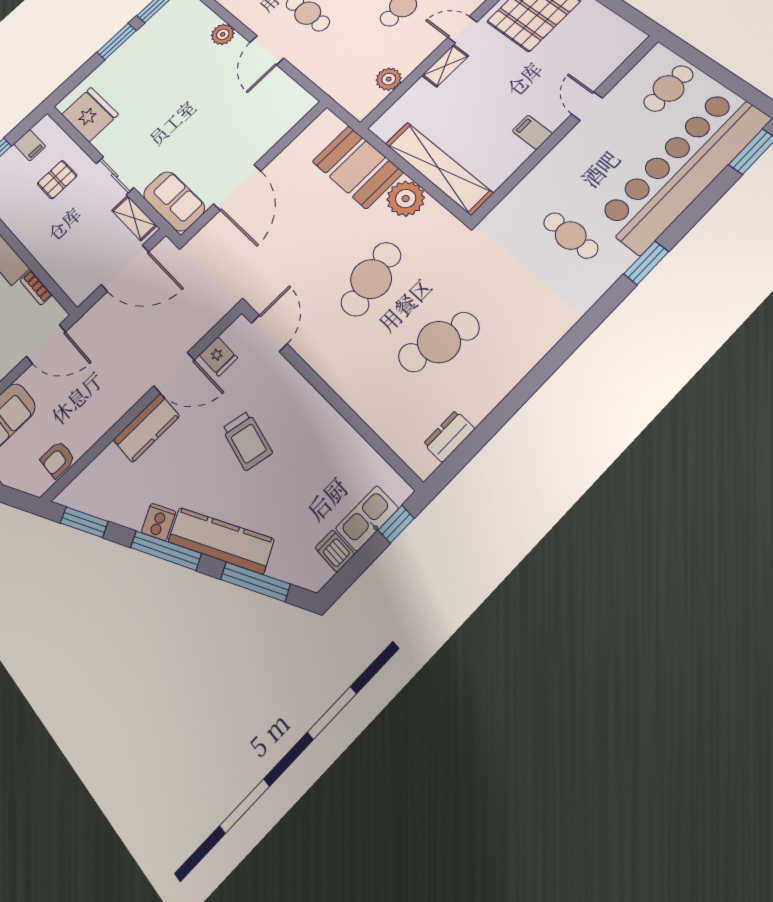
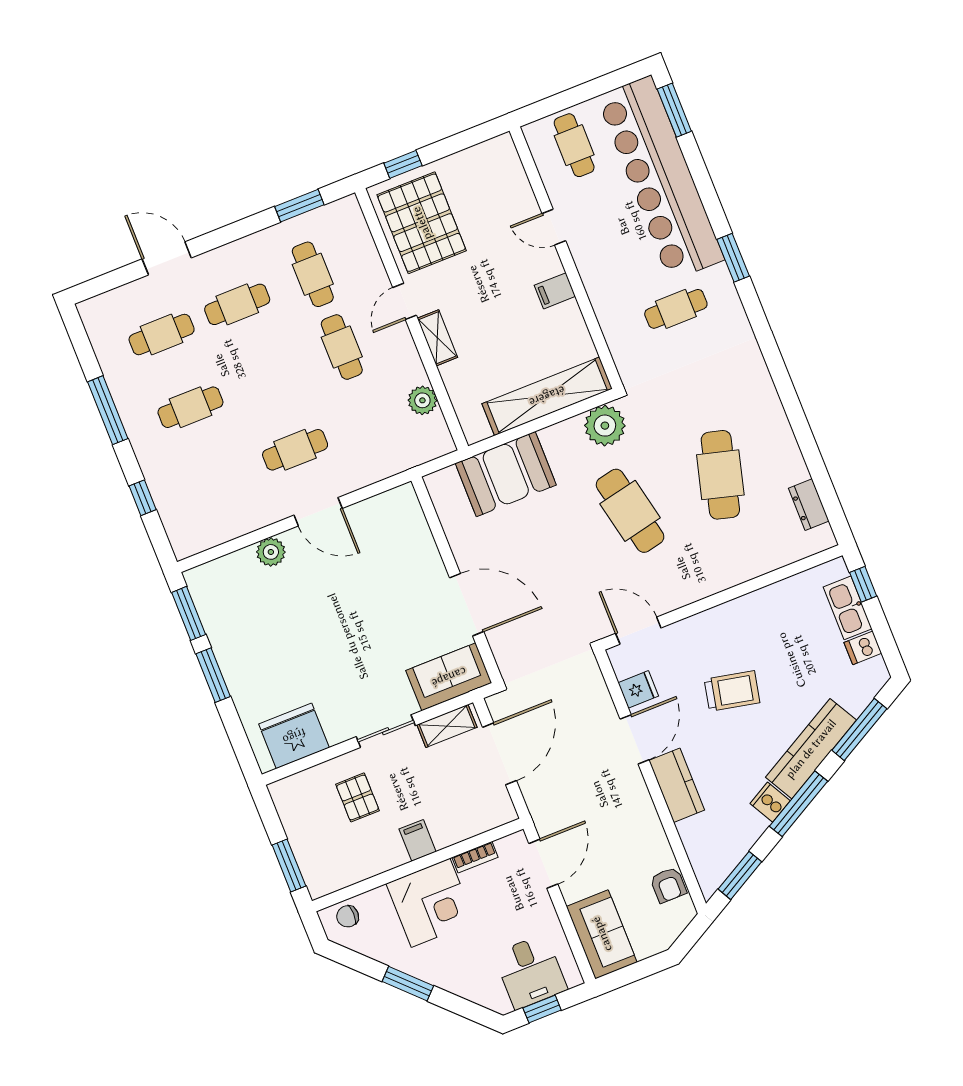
filing cabinet: (30, 145) -> (418, 840), moved, turned -90
plant: (406, 199) -> (605, 426), moved

